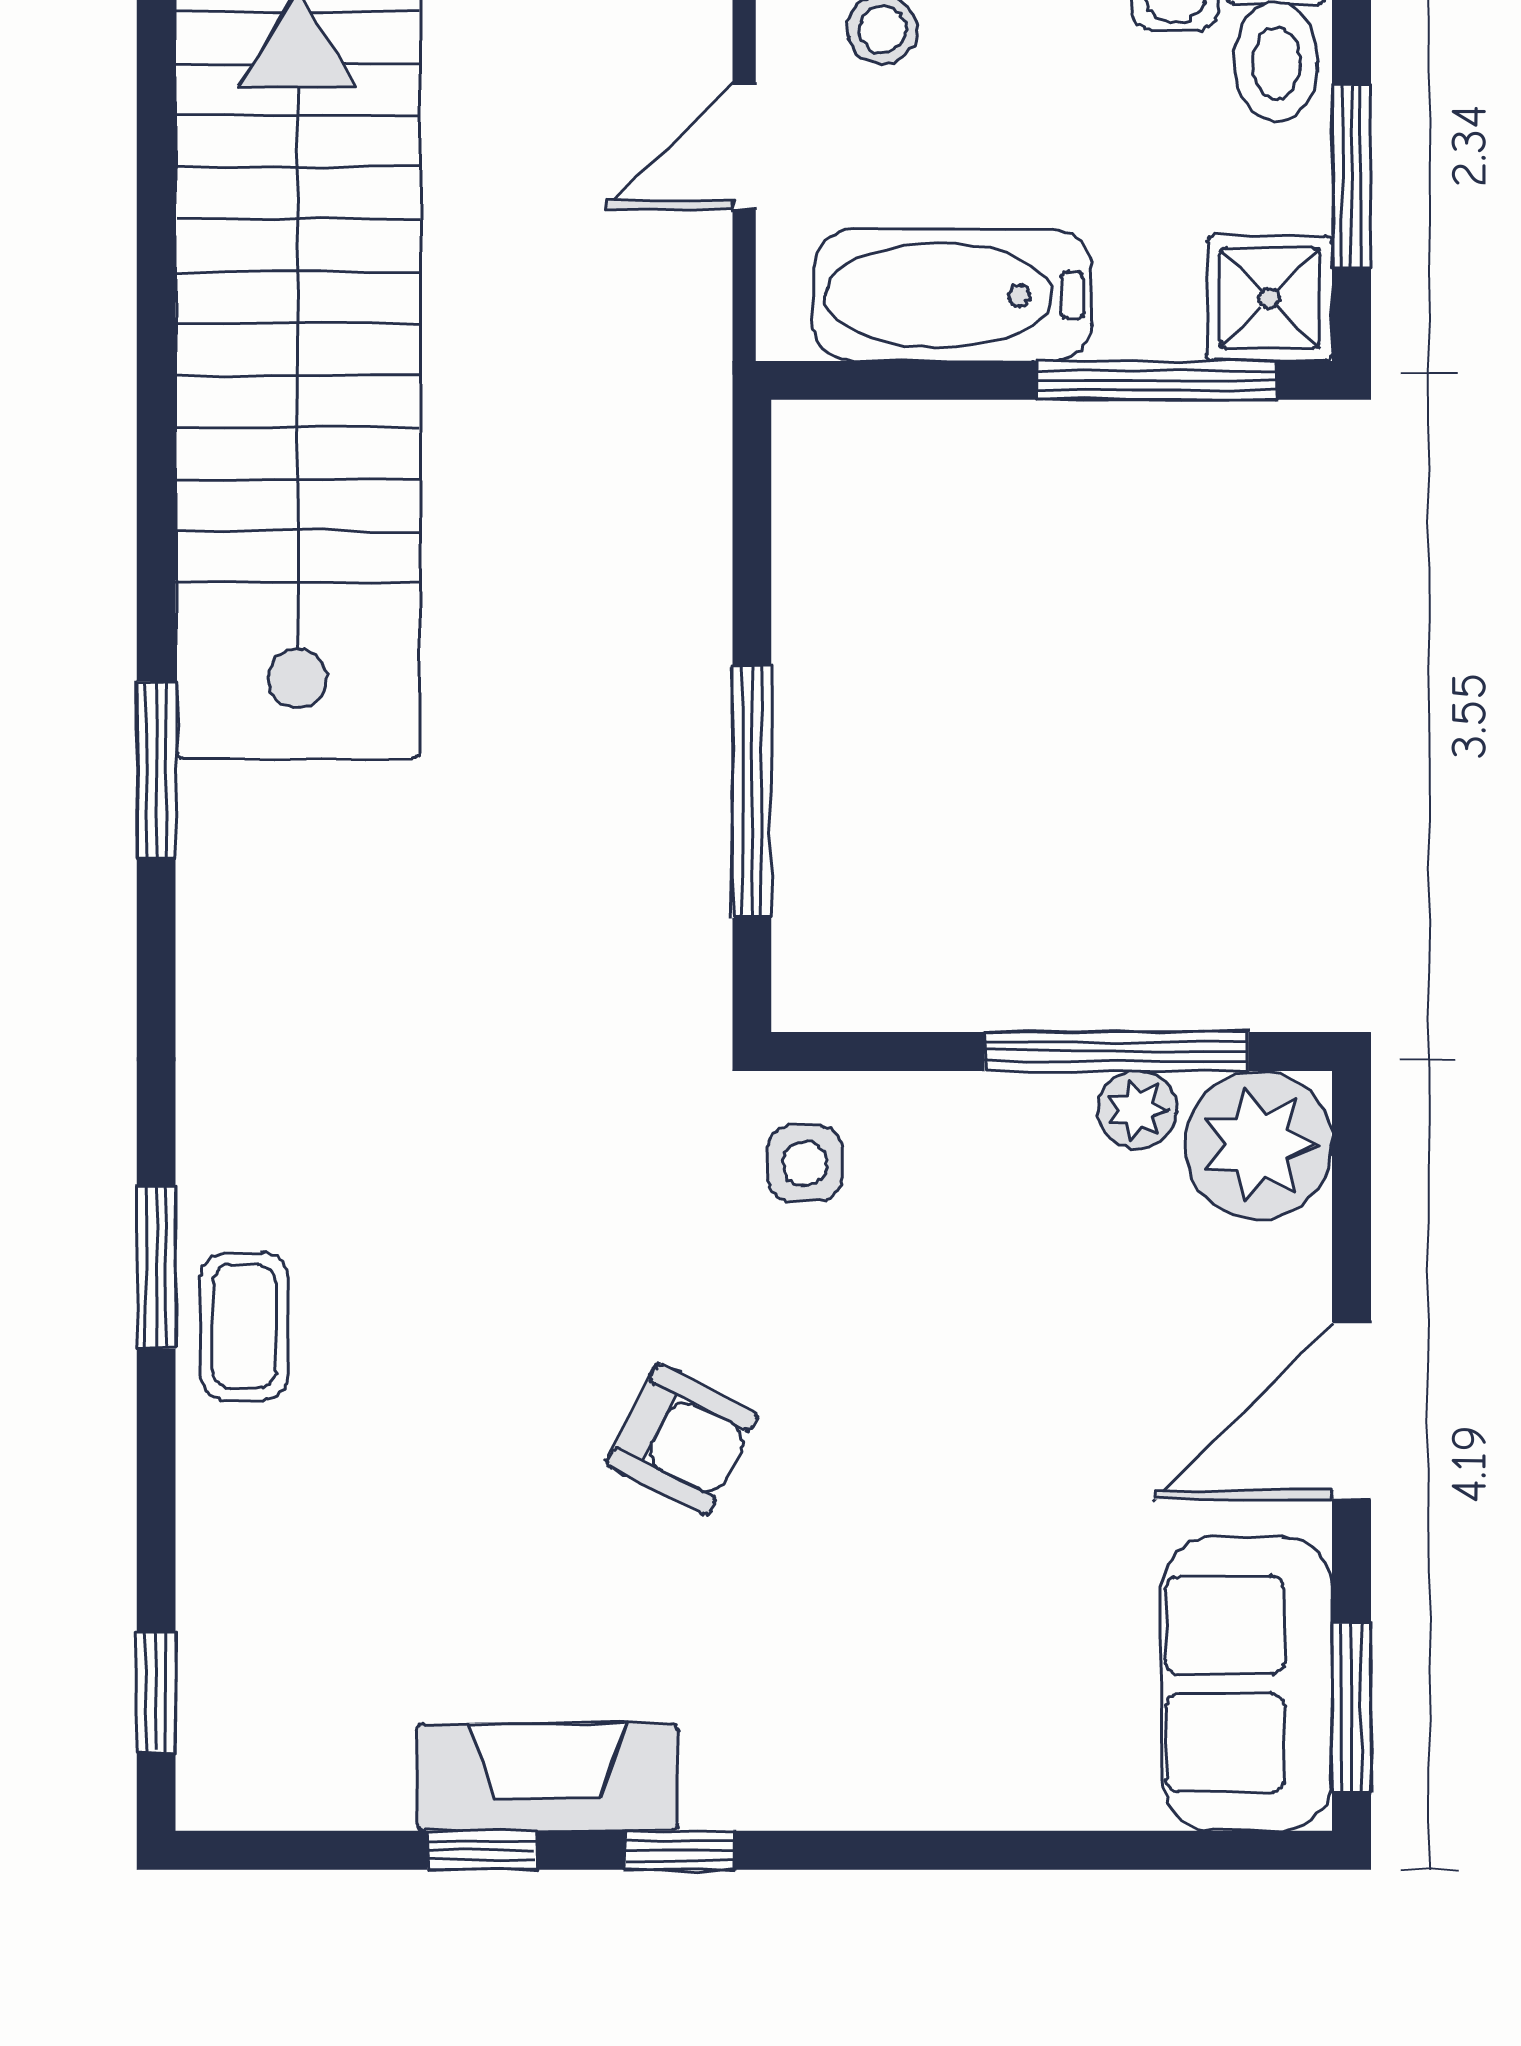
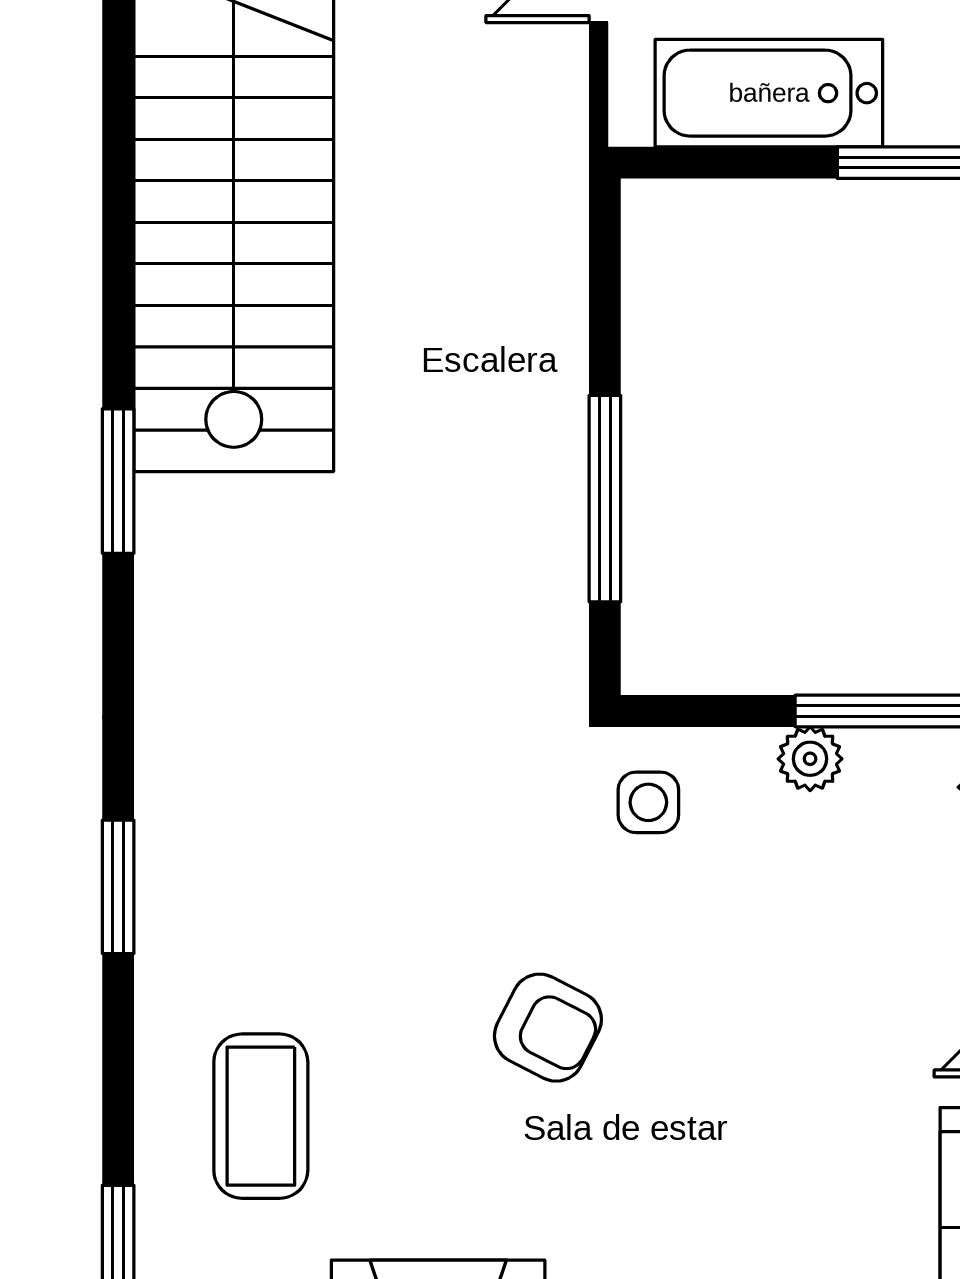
plant: (1137, 1110) -> (810, 759), moved
coffee table: (244, 1326) -> (261, 1116), moved, width x1.36, depth x1.30

